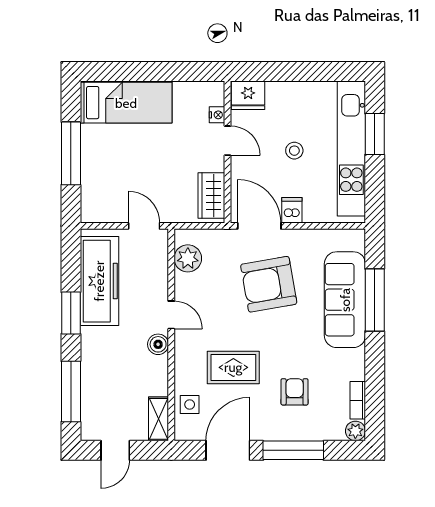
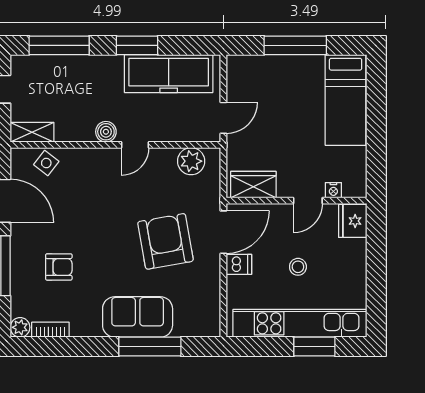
sofa: (345, 300) -> (138, 317), width x0.73
rug: (233, 367) -> (83, 206), removed
side table: (190, 404) -> (46, 163), turned 38

